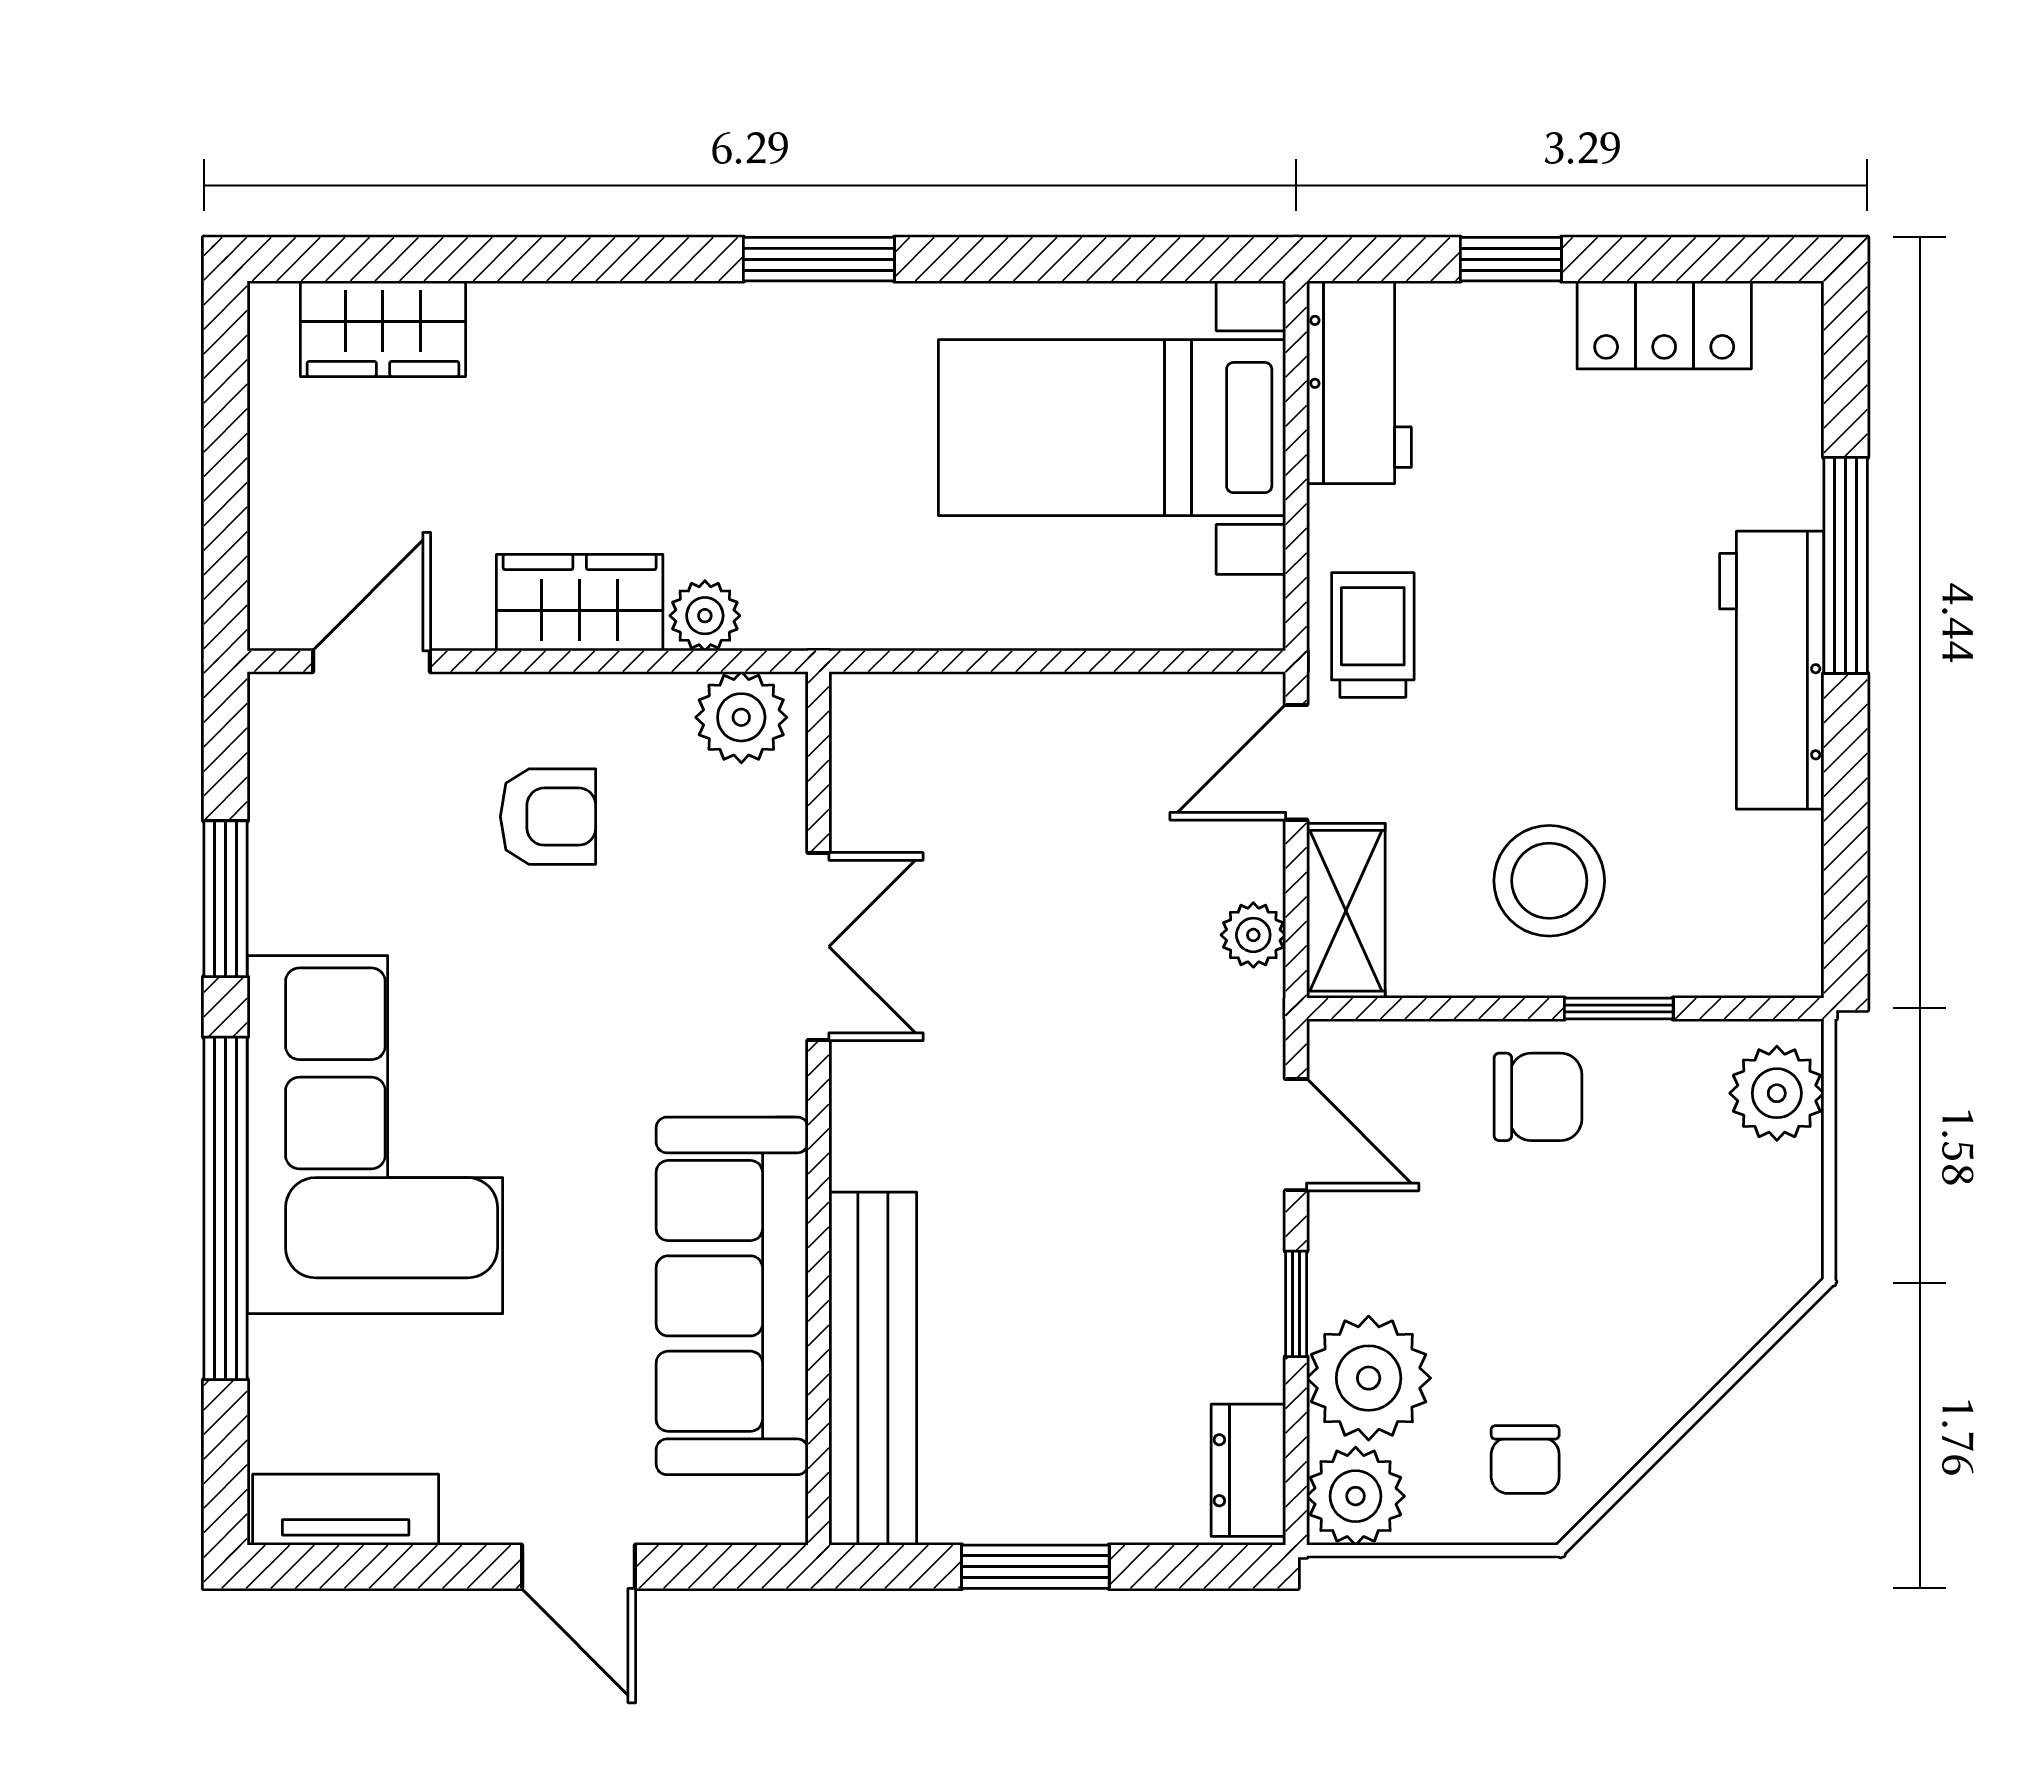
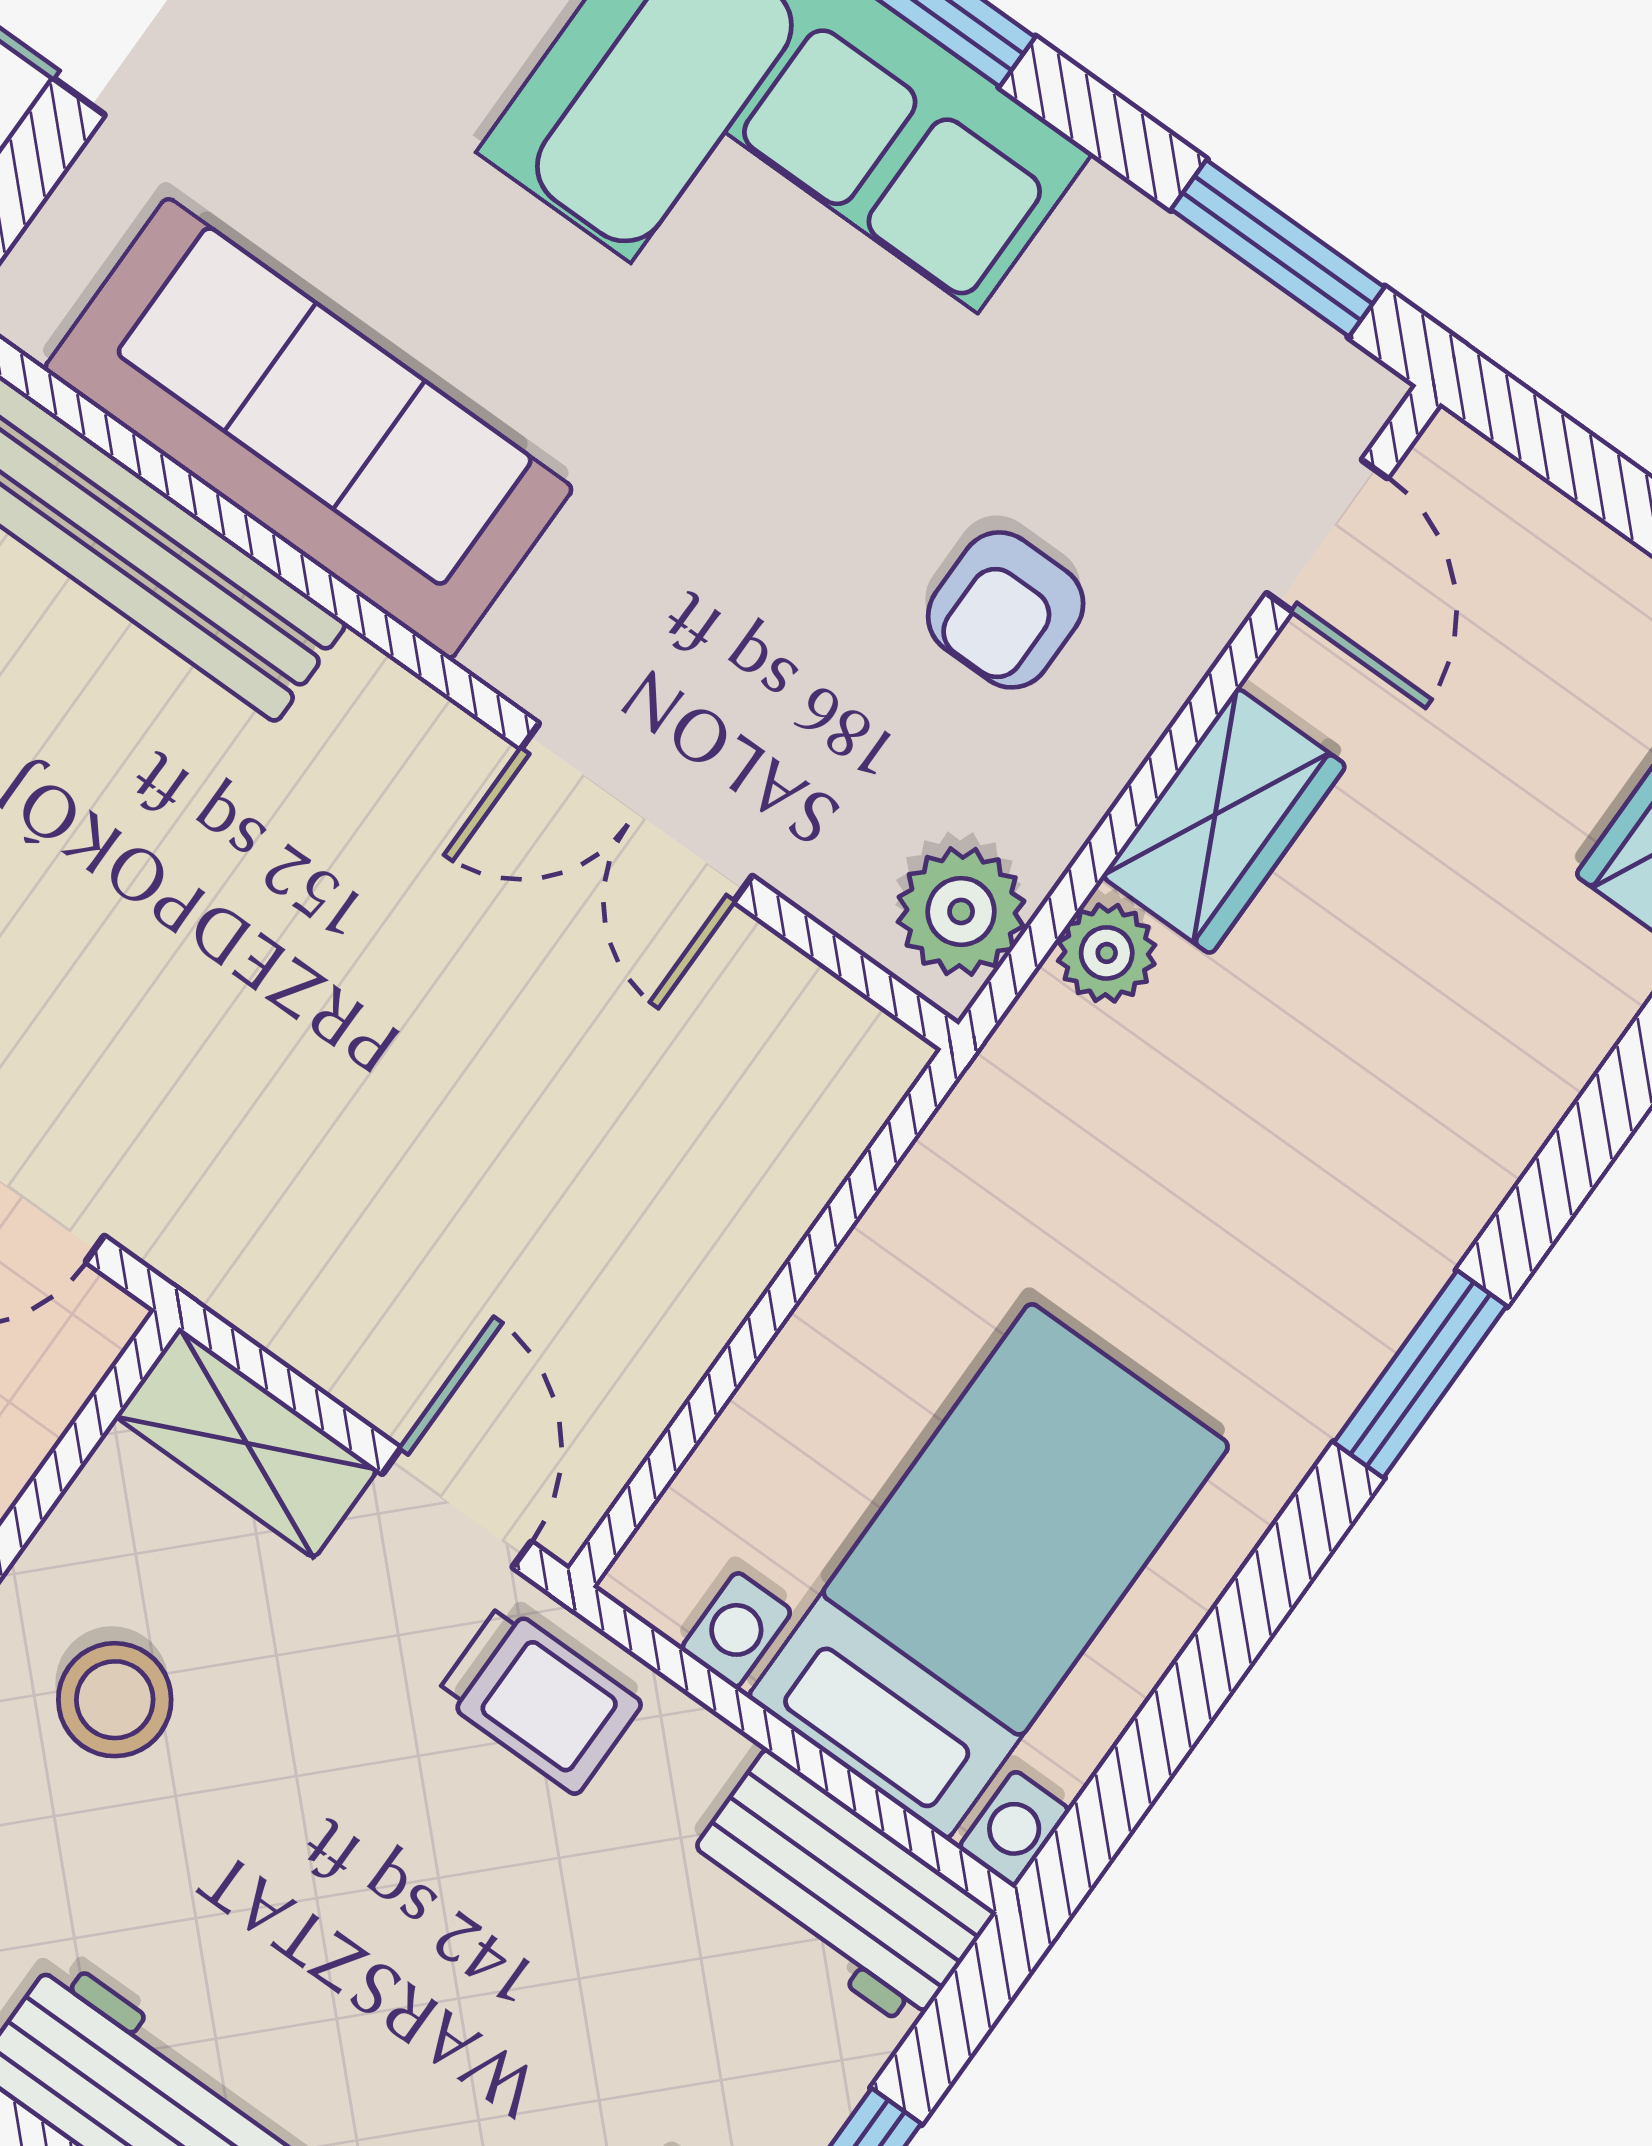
stool: (1549, 881) -> (115, 1700), width x0.73, depth x0.73
window: (226, 899) -> (1278, 248), moved
plant: (1253, 935) -> (295, 1318), removed

